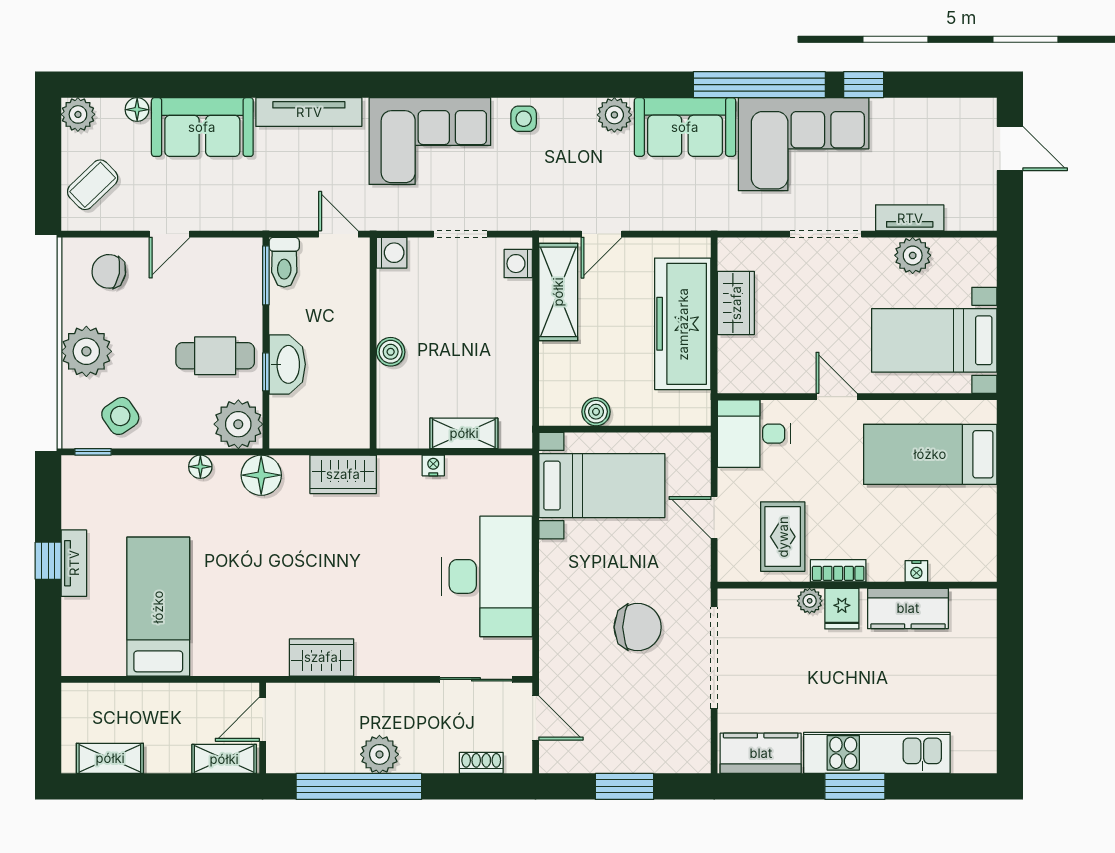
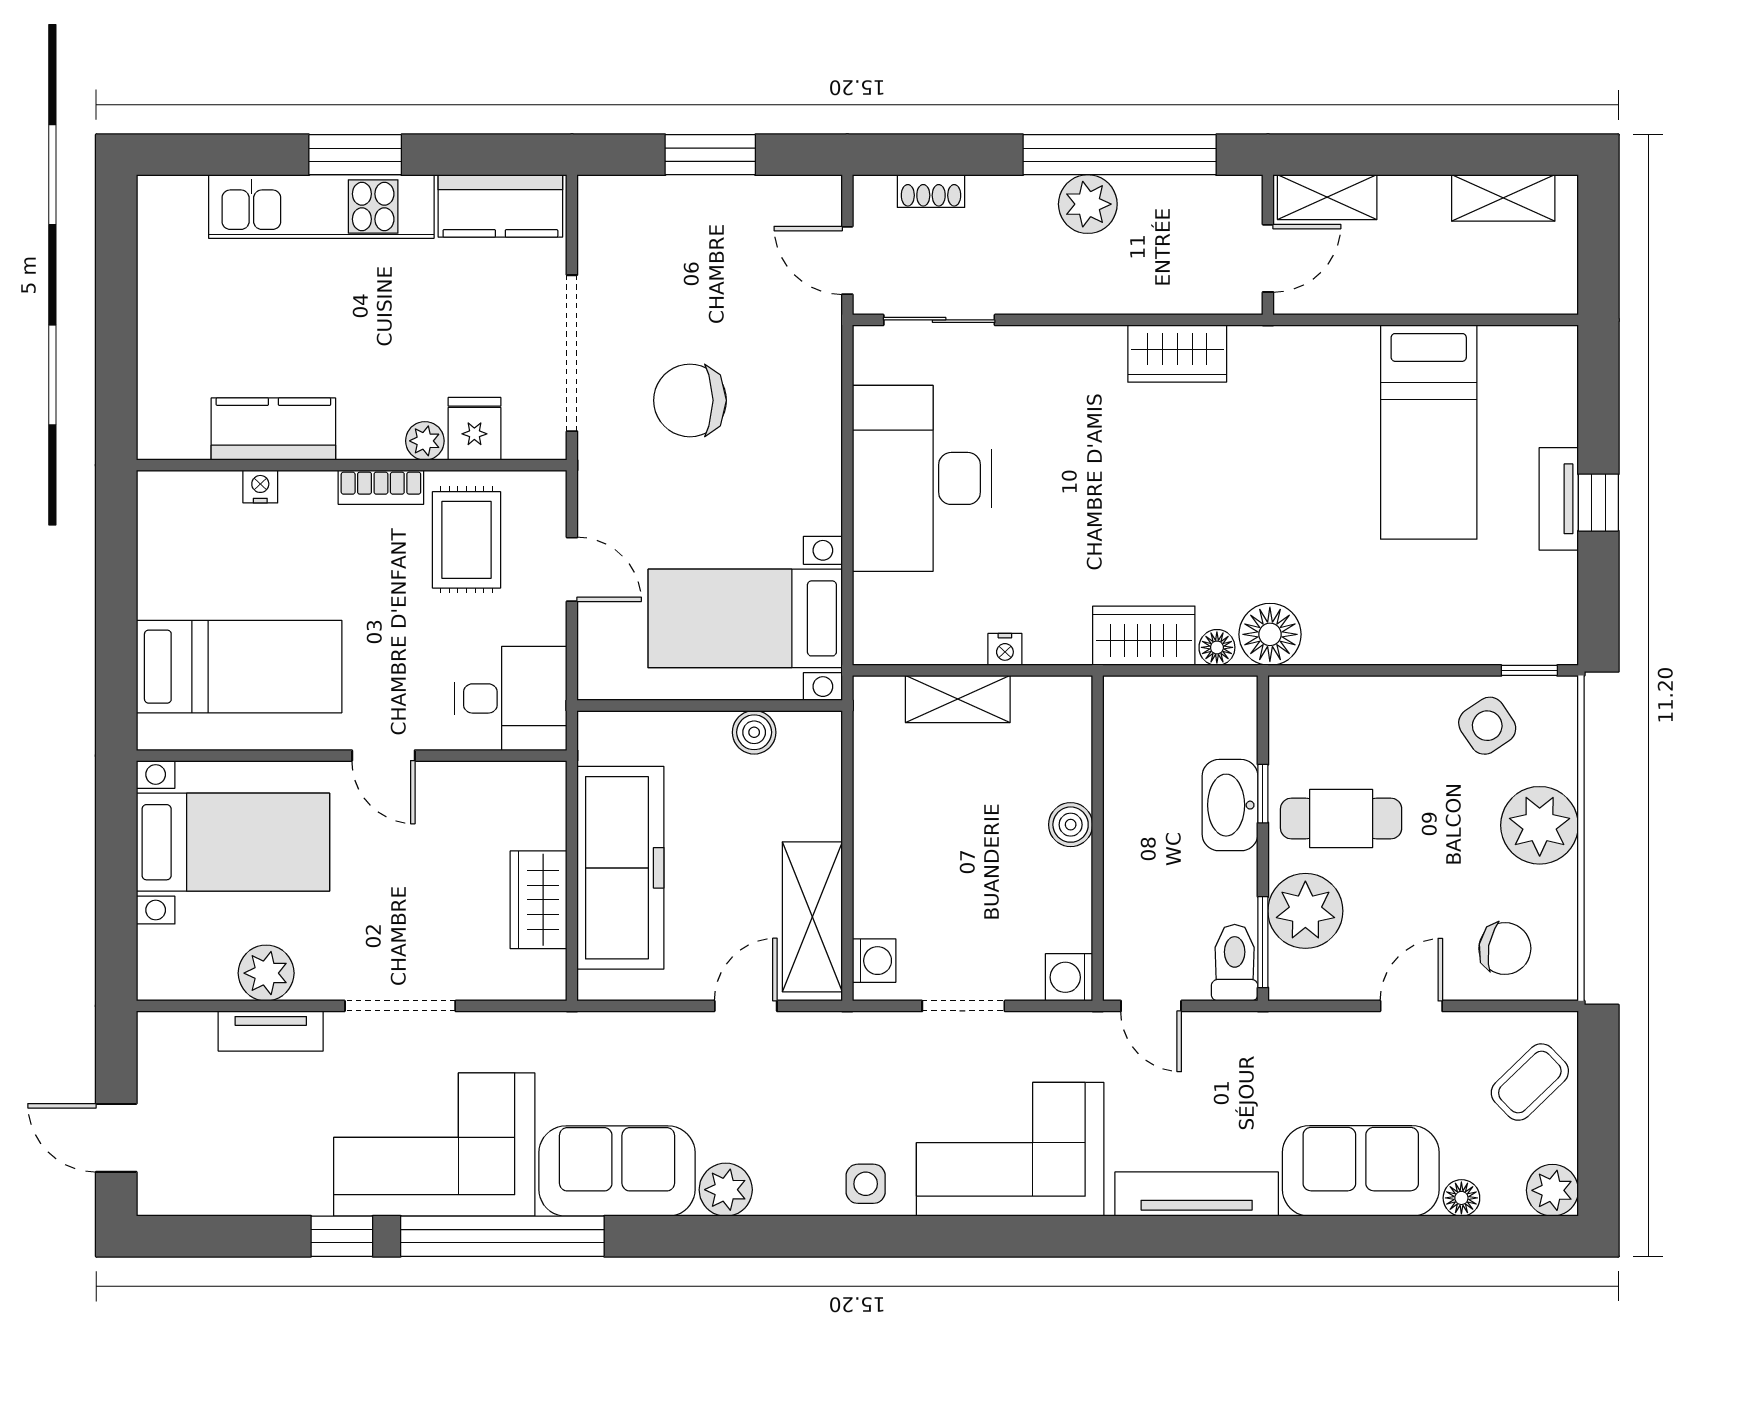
plant: (238, 424) -> (1305, 911), moved
floor lamp: (200, 467) -> (1217, 647), moved
fridge: (842, 609) -> (474, 429), moved

